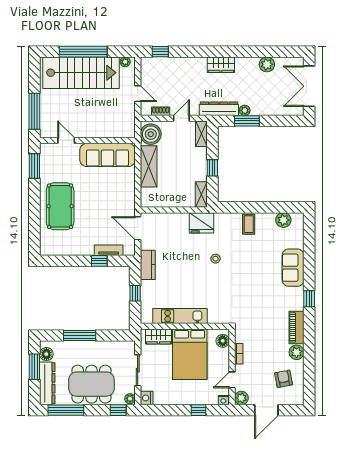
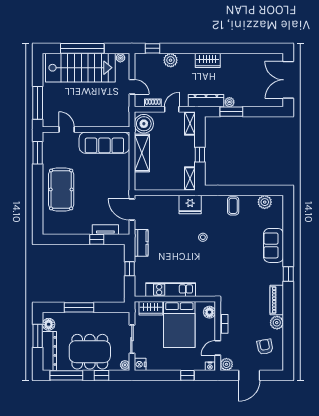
plant: (267, 64) -> (171, 60), moved
window: (118, 410) -> (102, 375), moved

